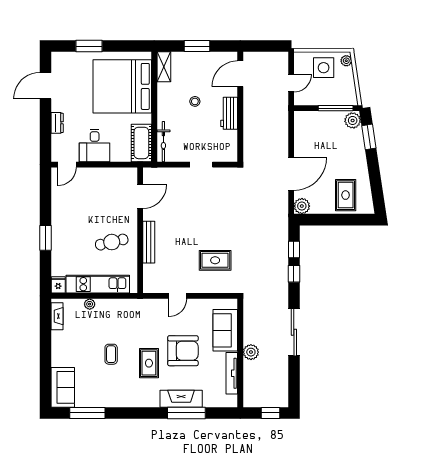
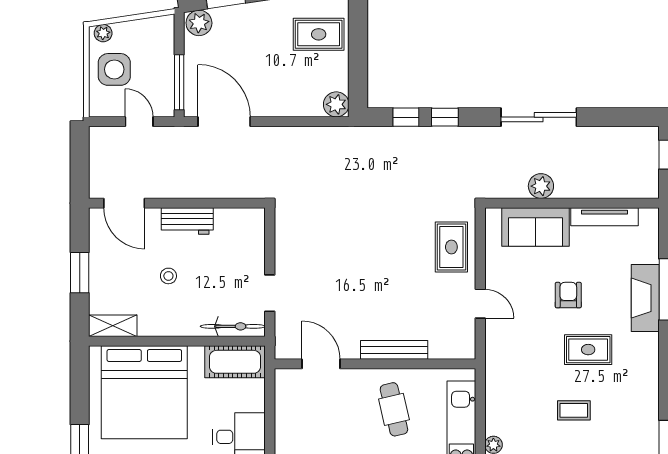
window: (336, 108) -> (179, 82), moved
doorway: (201, 165) -> (270, 293), moved
door: (291, 174) -> (224, 122), moved
rug: (215, 260) -> (451, 247), moved
armchair: (183, 351) -> (568, 295), width x0.53, depth x0.53
plant: (251, 352) -> (541, 186), moved

